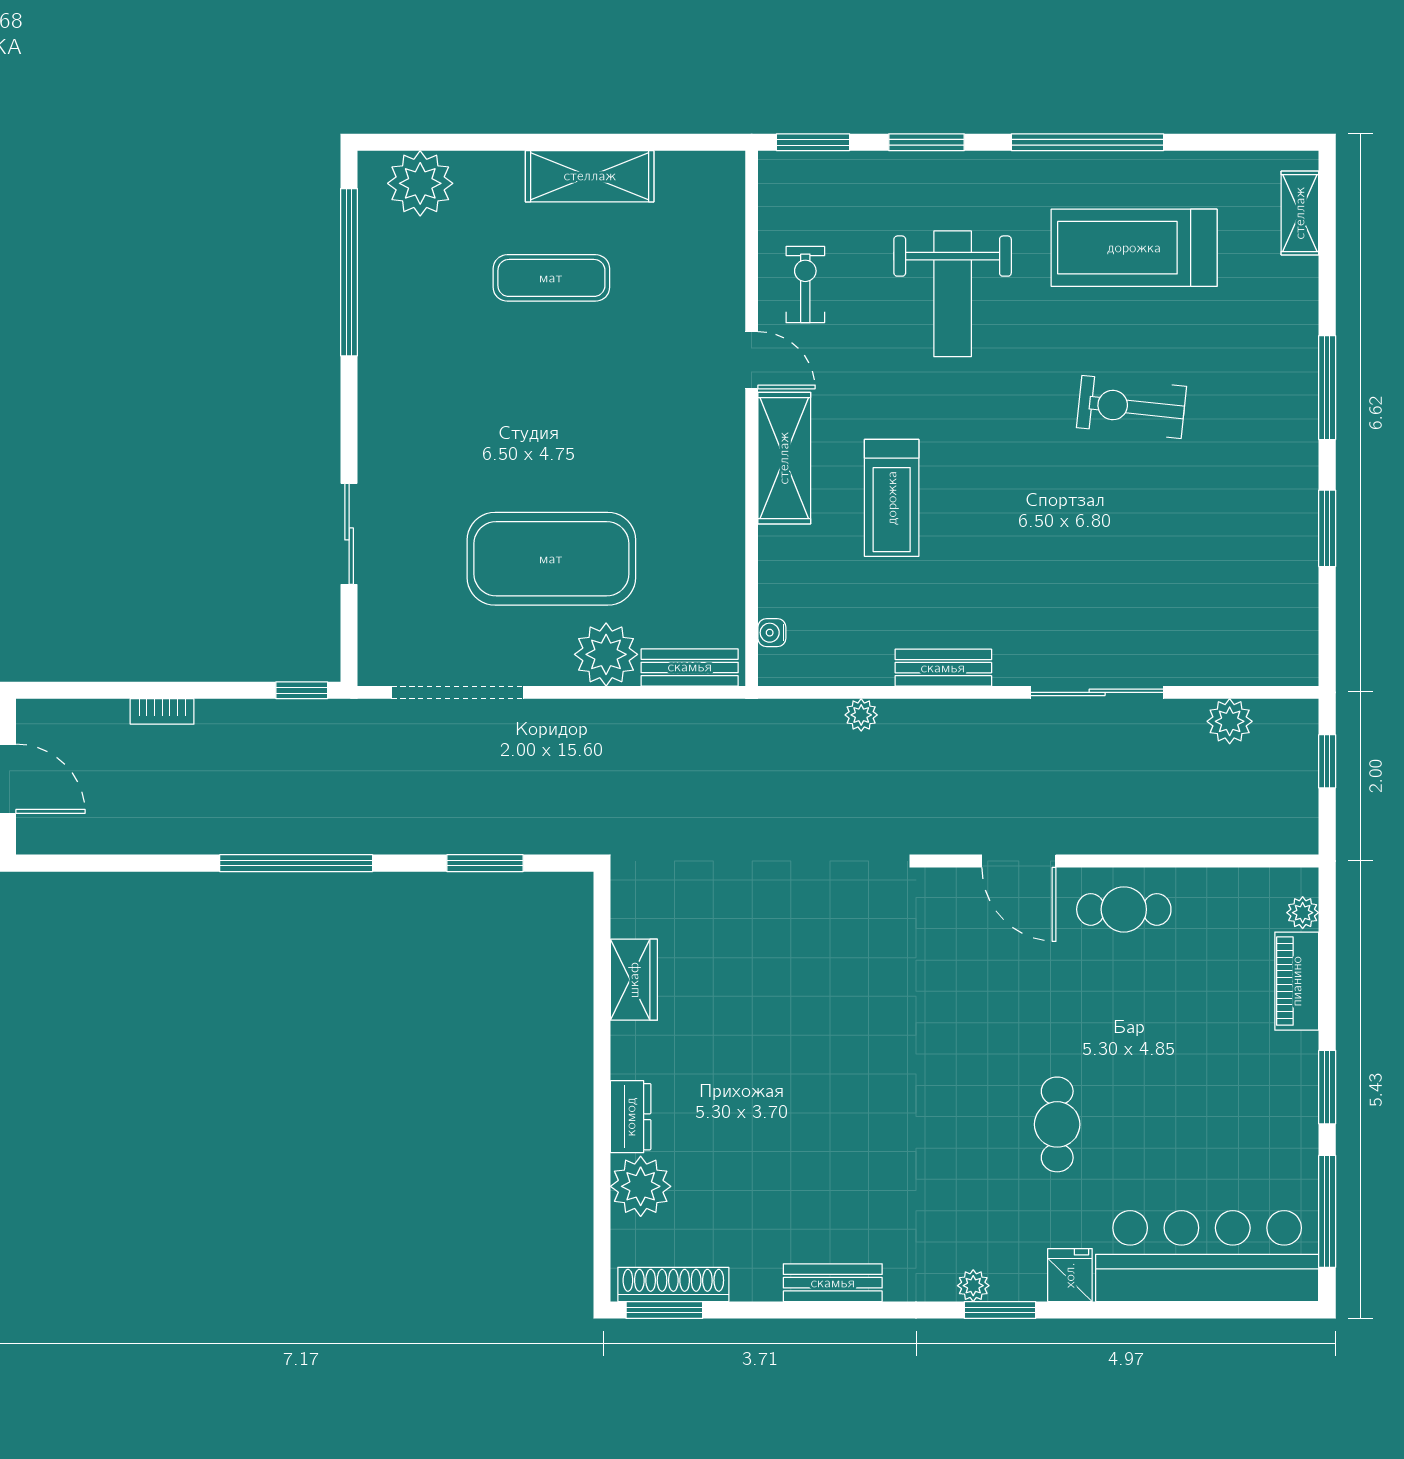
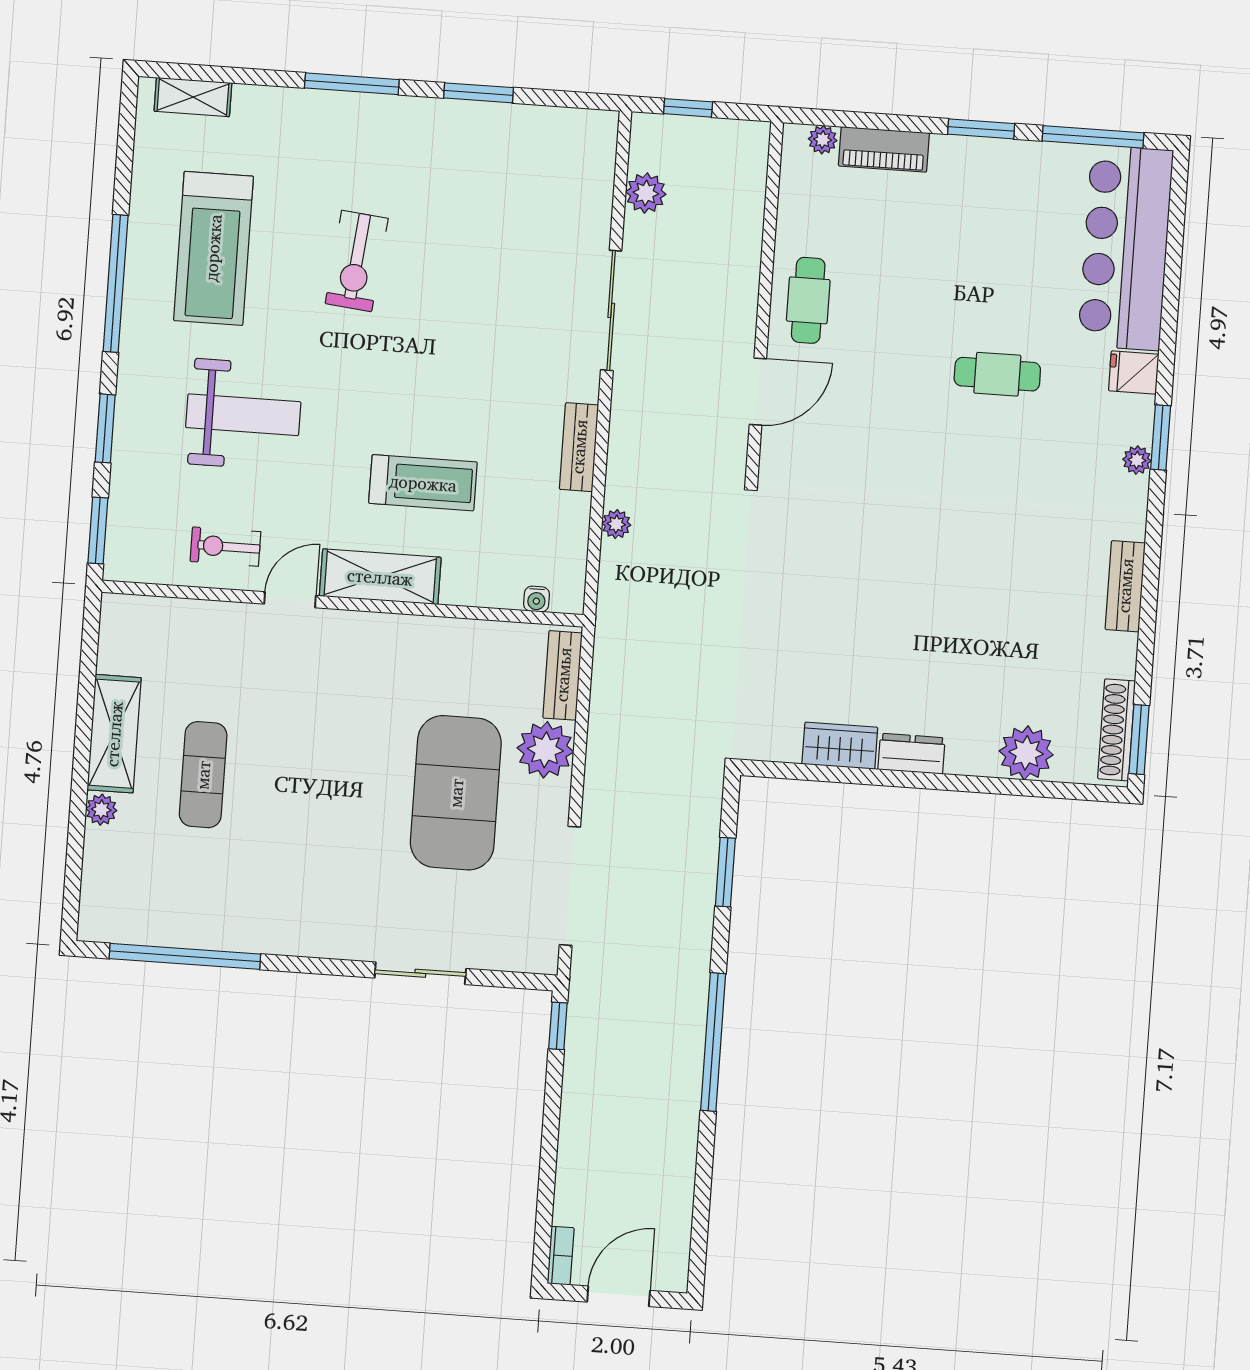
plant: (420, 183) -> (101, 810), moved, width x0.53, depth x0.53
bookcase: (162, 711) -> (561, 1256), moved
dresser: (631, 1117) -> (912, 754), moved

